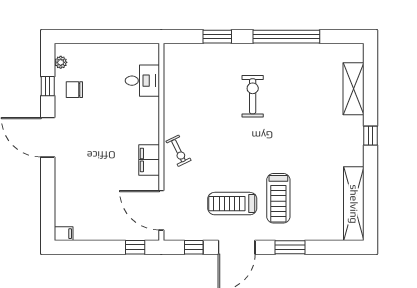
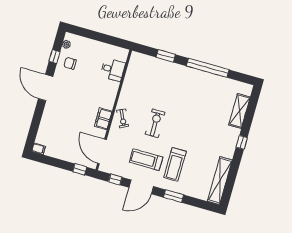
exercise bike: (253, 96) -> (155, 123), moved

